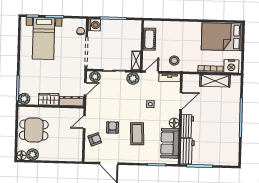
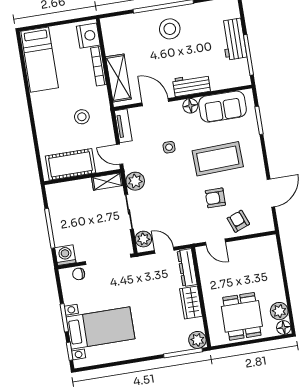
bed: (222, 37) -> (40, 60), width x0.67
cot: (149, 39) -> (70, 164), width x1.37, depth x1.34
stool: (174, 61) -> (82, 117), moved
shelving: (215, 81) -> (118, 78), moved
stool: (226, 119) -> (170, 29), added
coffee table: (137, 134) -> (218, 159), width x1.36, depth x1.32
workbench: (187, 151) -> (234, 39), moved, turned -90

